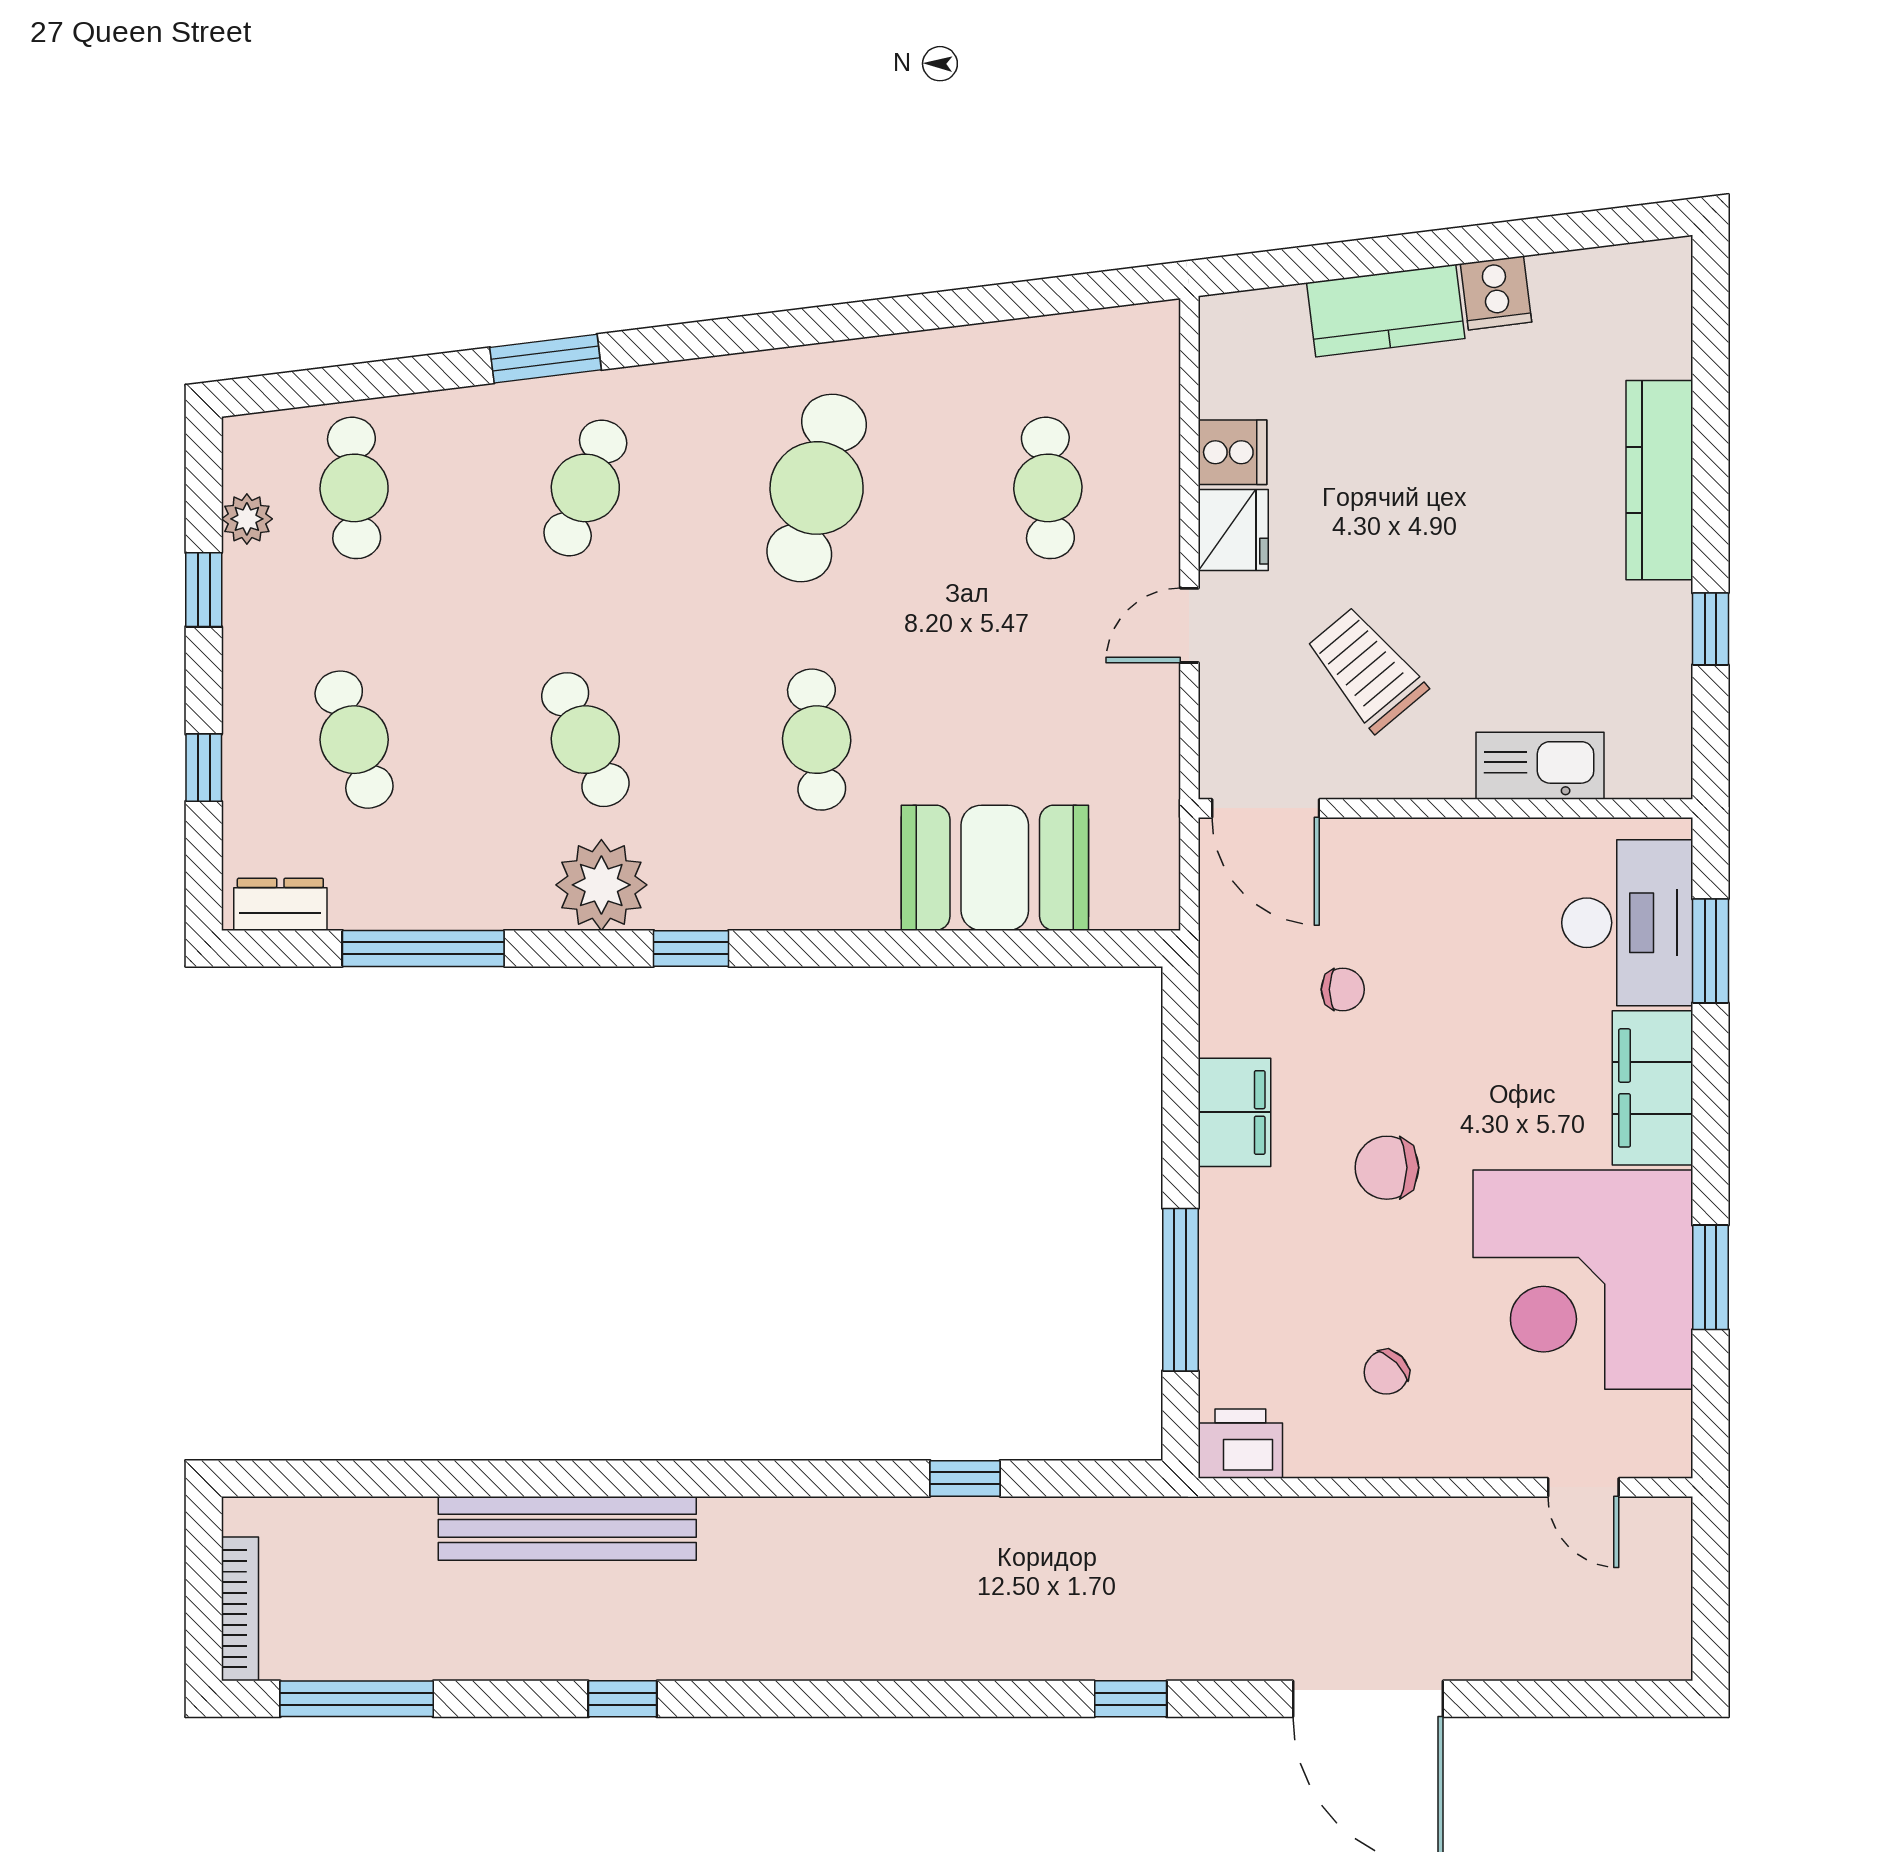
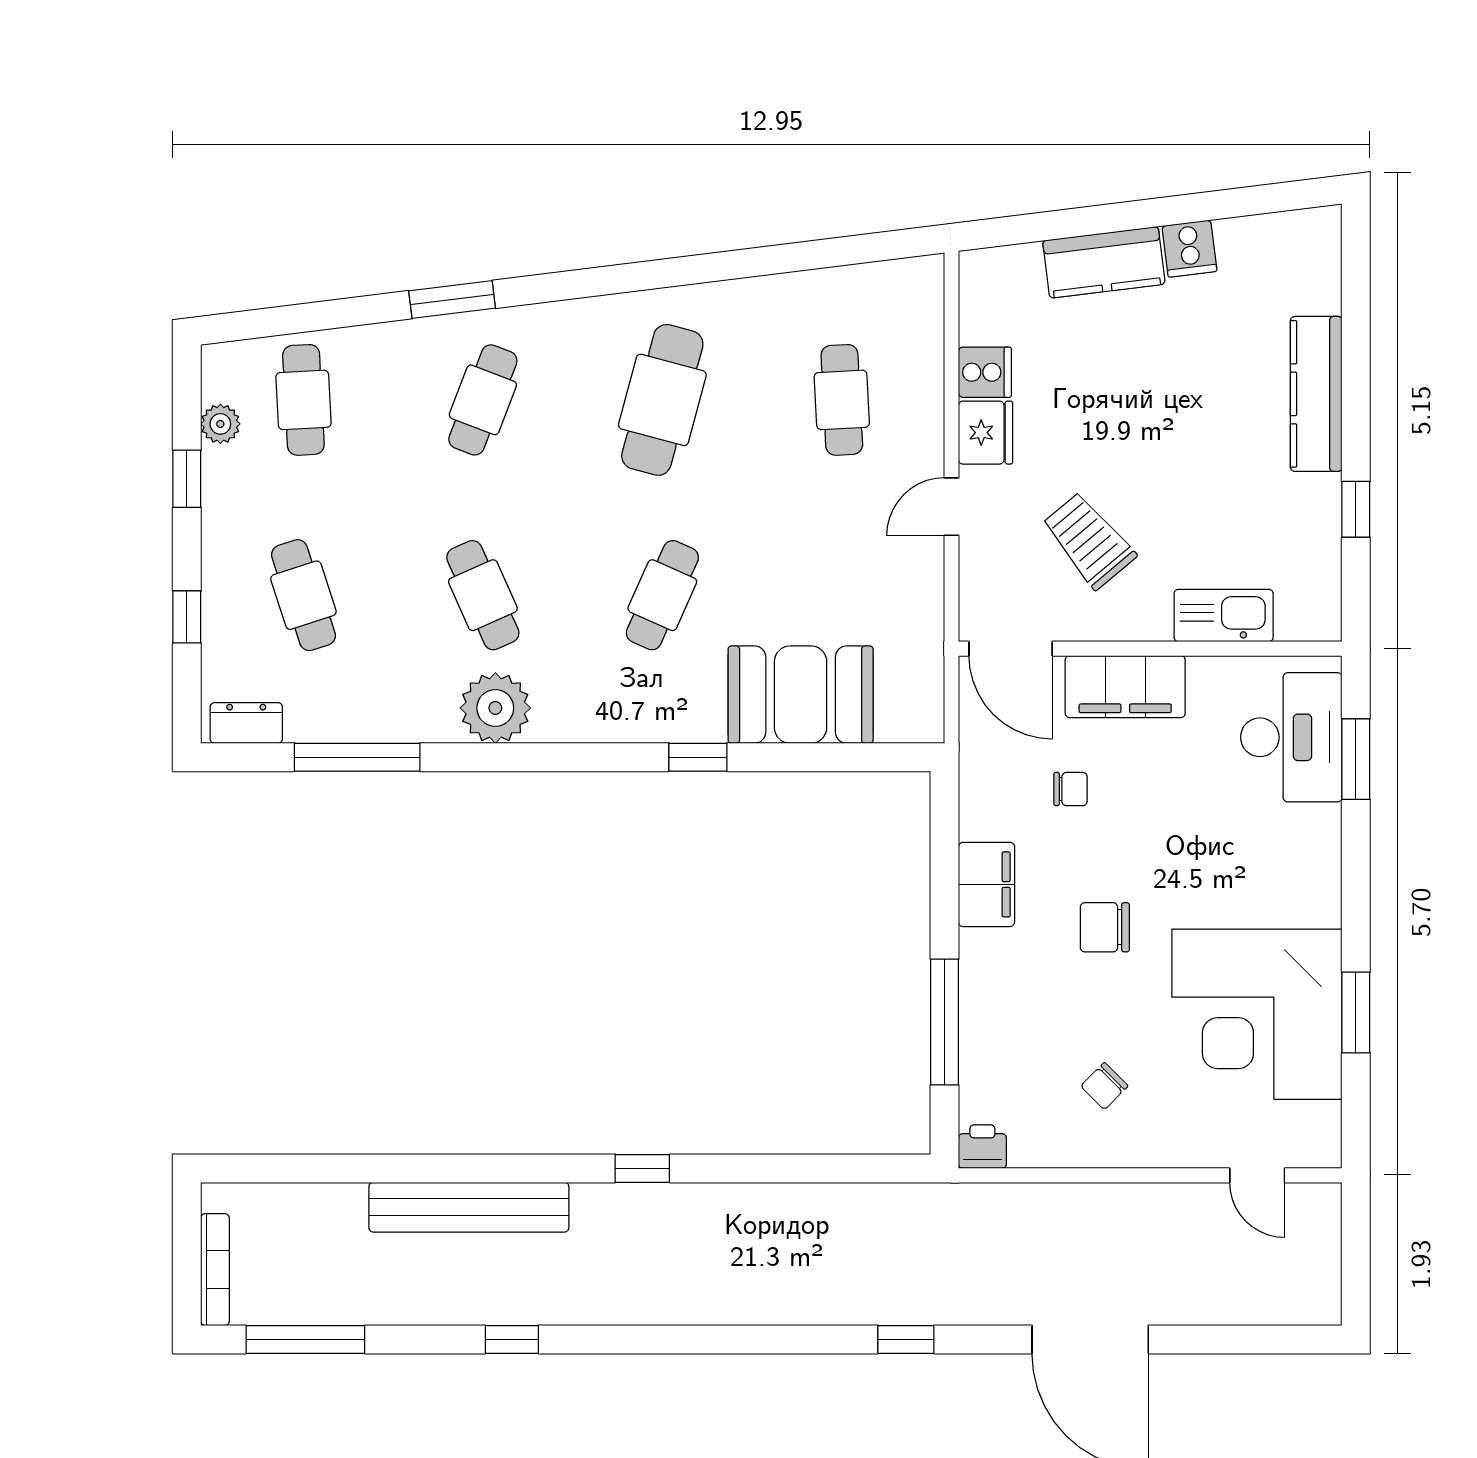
cafe table: (817, 740) -> (662, 595), turned 30
window: (691, 948) -> (698, 757), moved
filing cabinet: (1653, 1088) -> (1125, 687), moved, turned -90
printer: (1240, 1444) -> (982, 1147), width x0.73, depth x0.81
window: (965, 1478) -> (642, 1168), moved

